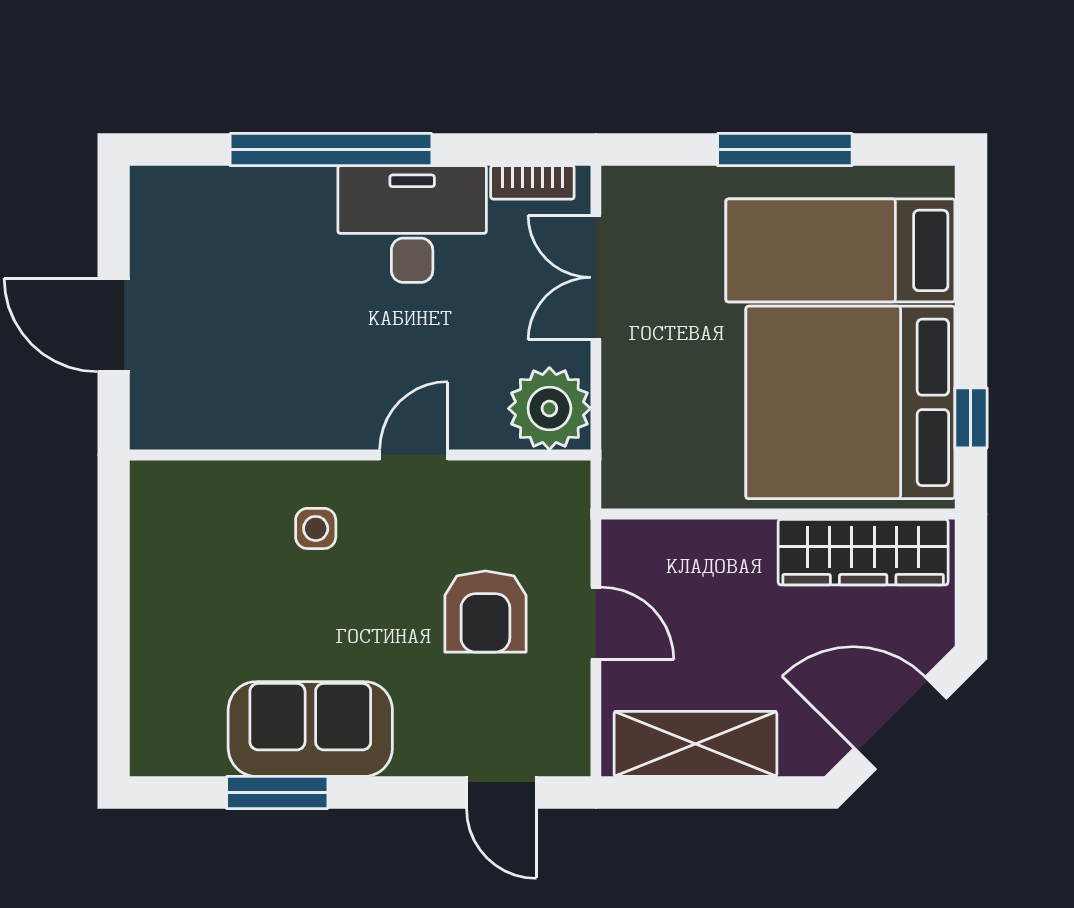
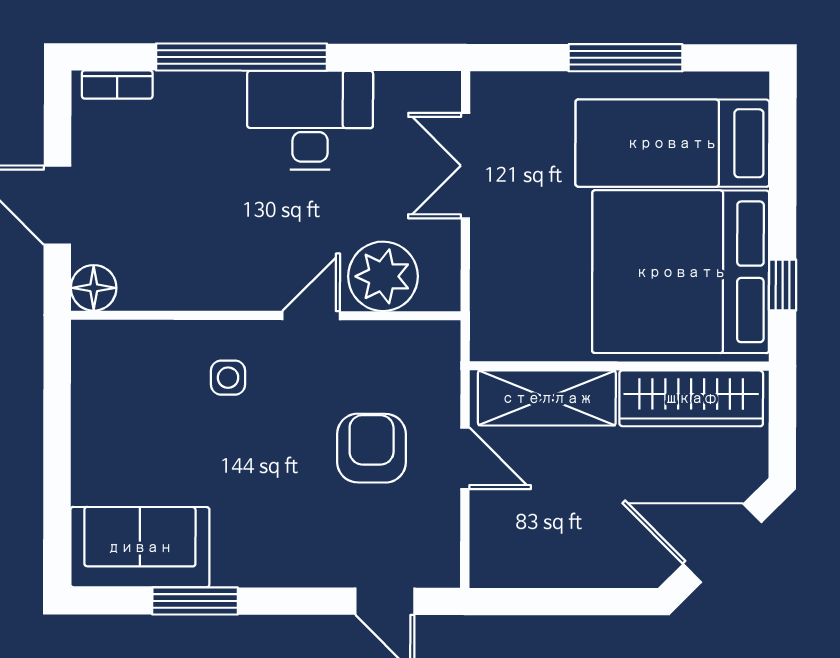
bookcase: (532, 182) -> (117, 85), moved
plant: (549, 408) -> (383, 276), moved
floor lamp: (157, 423) -> (94, 288), added
armchair: (485, 612) -> (372, 448), turned 180
sofa: (310, 729) -> (140, 547), moved
shelving: (695, 744) -> (547, 398), moved

